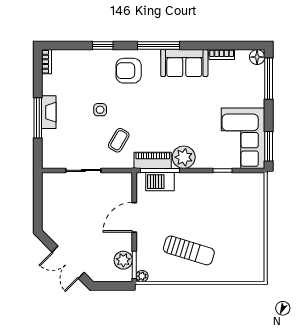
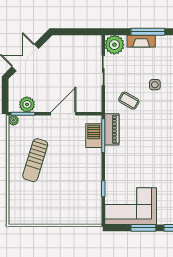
fireplace: (49, 112) -> (141, 41), moved
window: (269, 146) -> (143, 228), moved
plant: (184, 157) -> (114, 45), moved
door: (134, 217) -> (63, 114), hinge flipped

